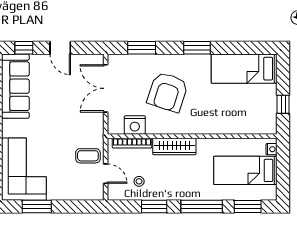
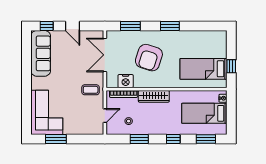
bed: (244, 69) -> (203, 69), moved
coffee table: (88, 156) -> (91, 90), moved
door: (106, 174) -> (105, 116), hinge flipped
window: (202, 207) -> (173, 139), width x0.46

